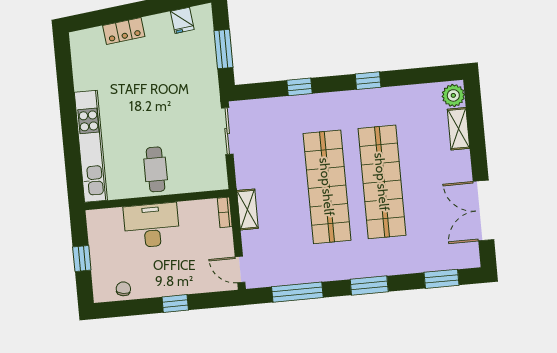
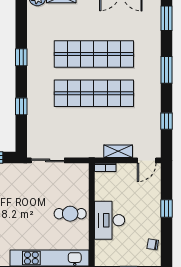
shelving: (247, 209) -> (118, 151), moved
window: (297, 292) -> (166, 121), width x0.46

